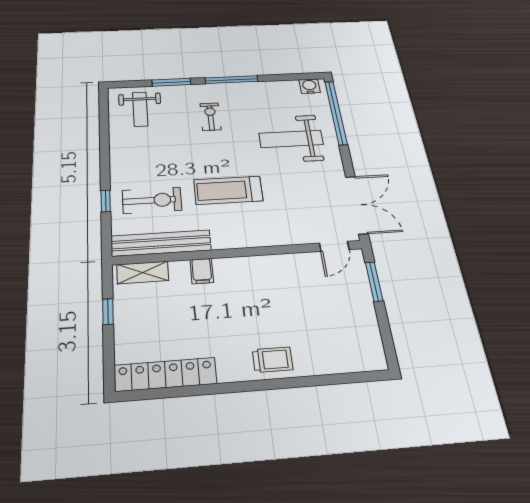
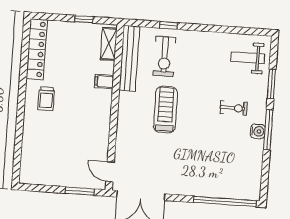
water cooler: (309, 86) -> (258, 131), moved
weight bench: (291, 139) -> (205, 163), removed
trolley: (273, 360) -> (46, 99), moved

